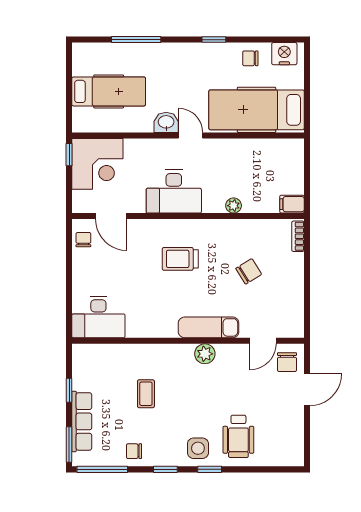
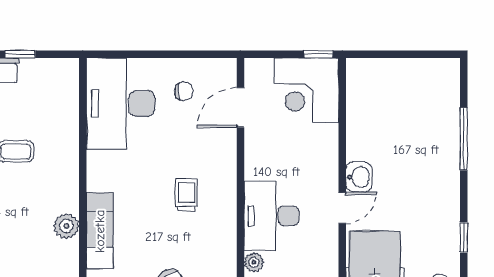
hospital bed: (109, 91) -> (398, 104), removed
desk: (174, 192) -> (271, 216), moved
chair: (83, 240) -> (184, 91), moved
trolley: (180, 259) -> (186, 195), width x0.73, depth x0.72
desk: (98, 317) -> (121, 104), width x1.36, depth x1.30

